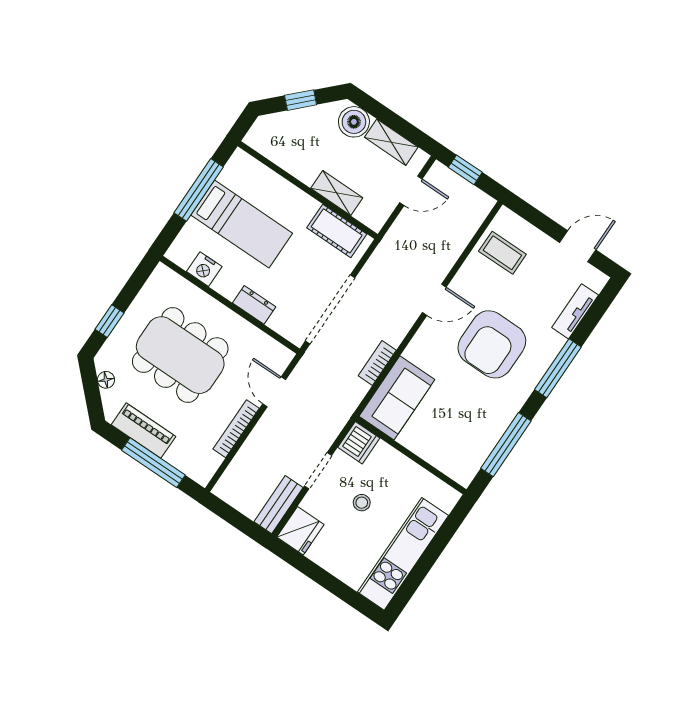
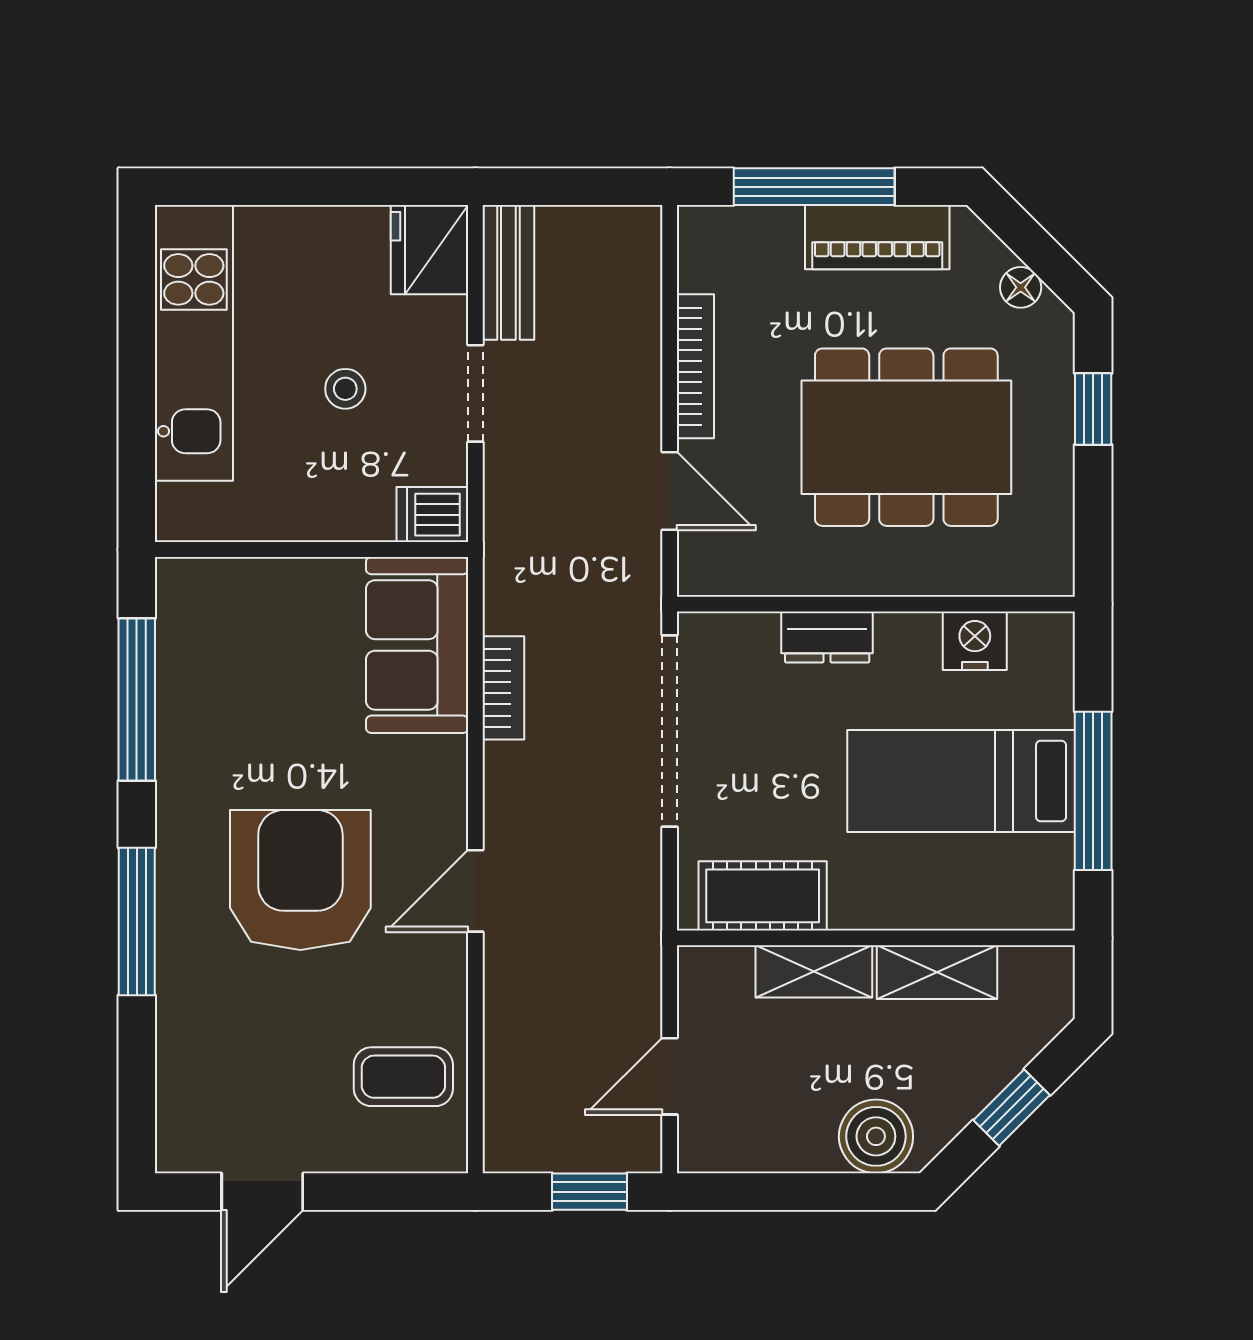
shelving: (391, 142) -> (937, 972), moved
tv unit: (575, 311) -> (179, 1058), removed
dishwasher: (359, 443) -> (432, 515), width x0.73

